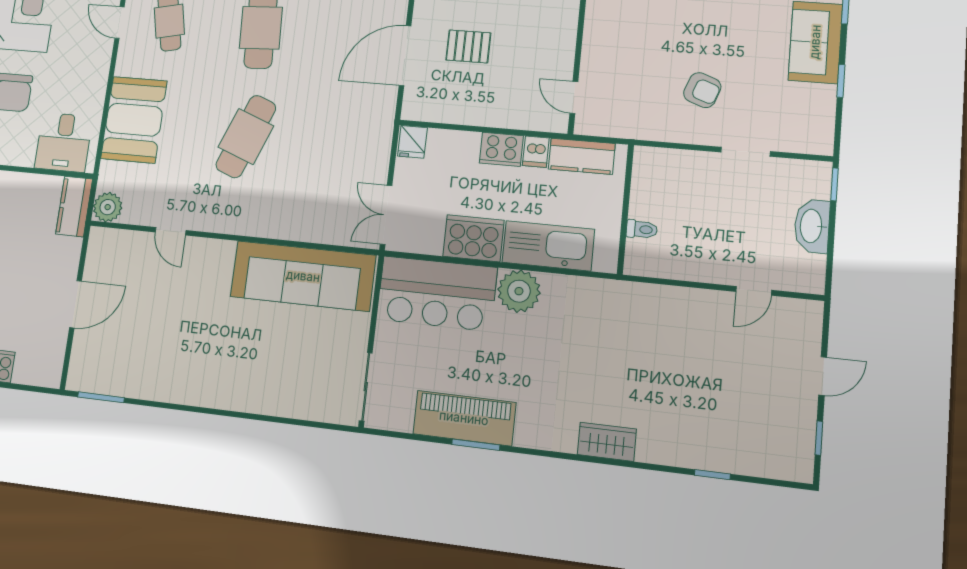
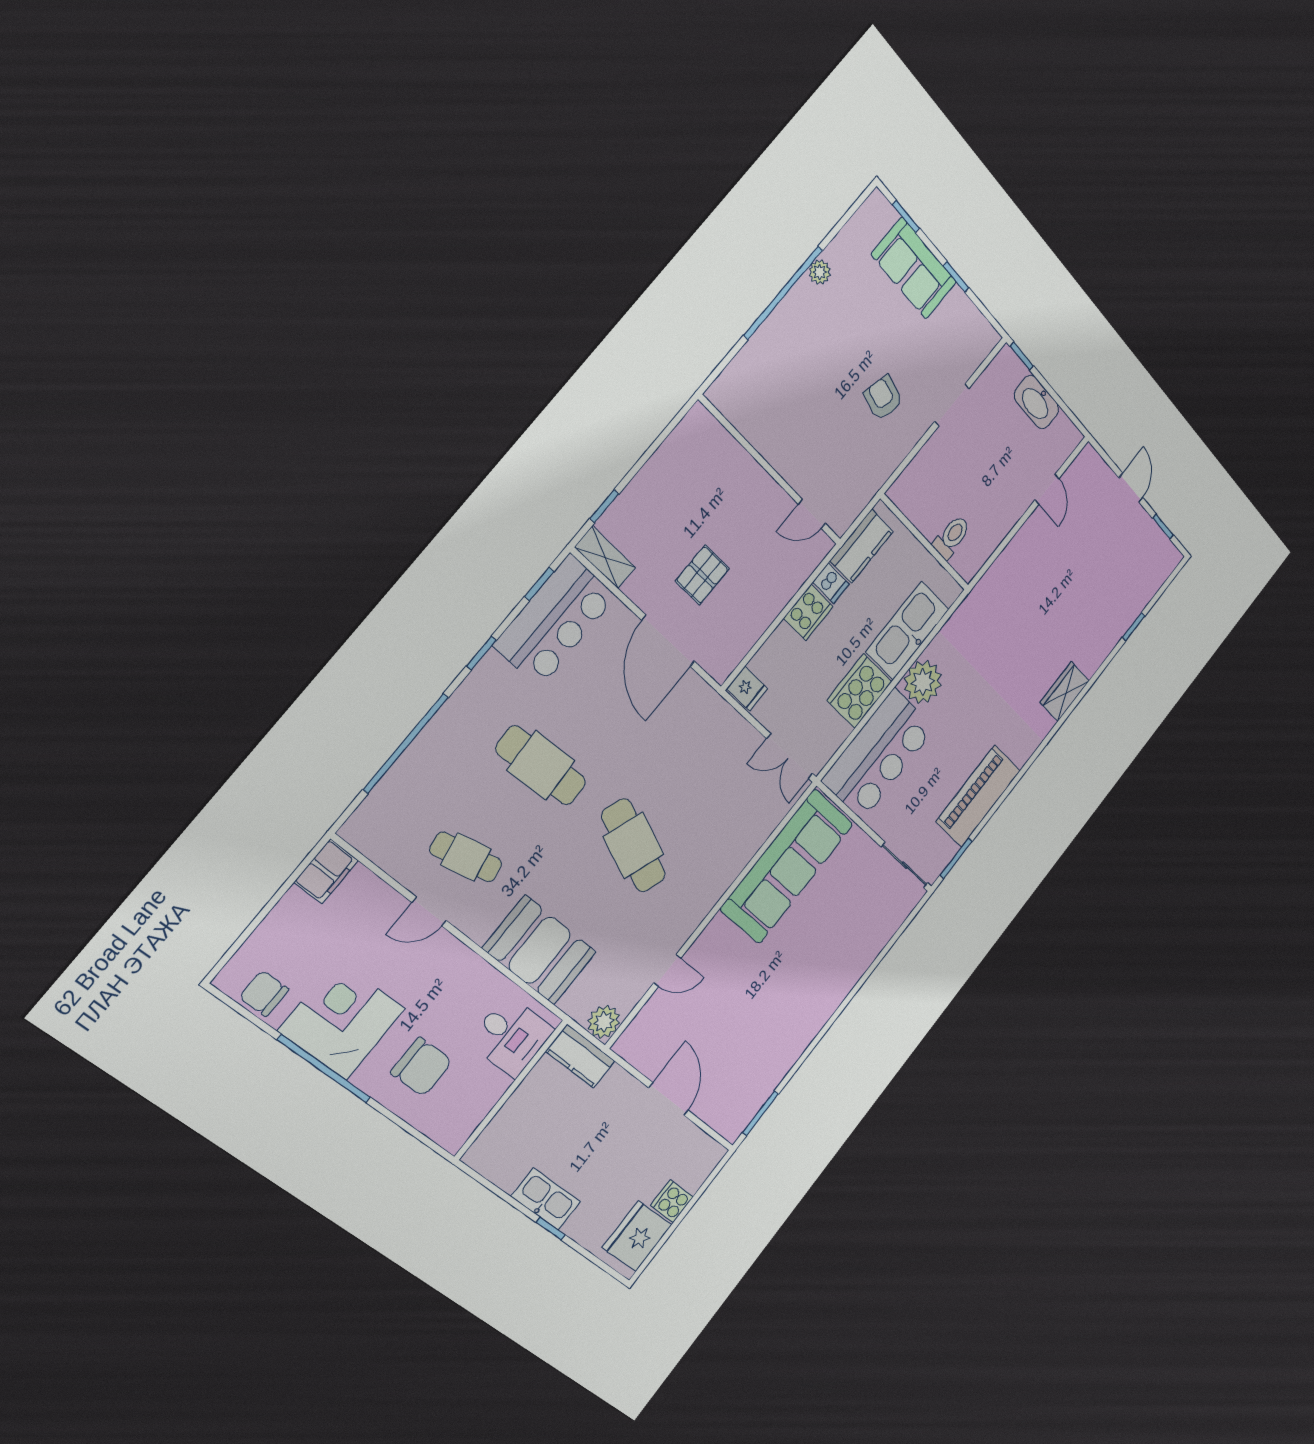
armchair: (702, 90) -> (883, 398), turned -96
toilet: (642, 229) -> (952, 537), width x1.37, depth x1.39
window: (476, 445) -> (956, 858), moved

